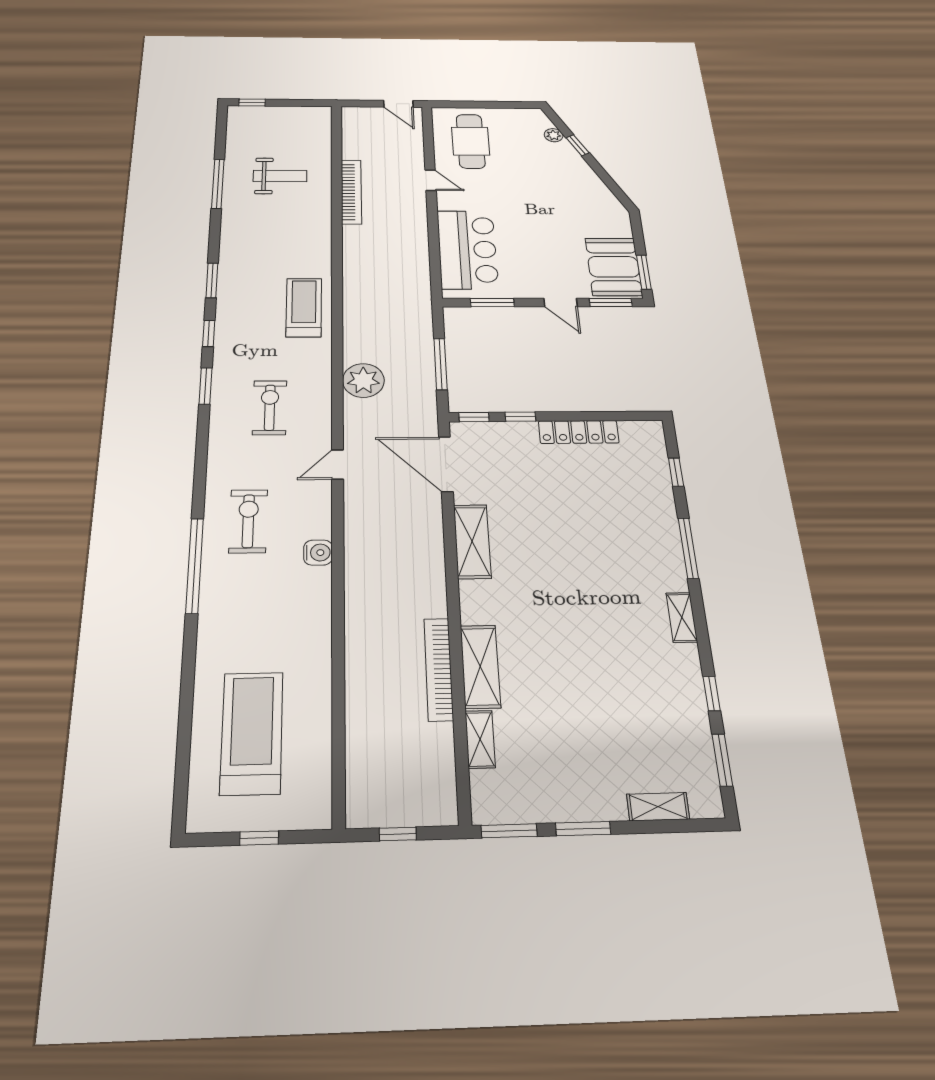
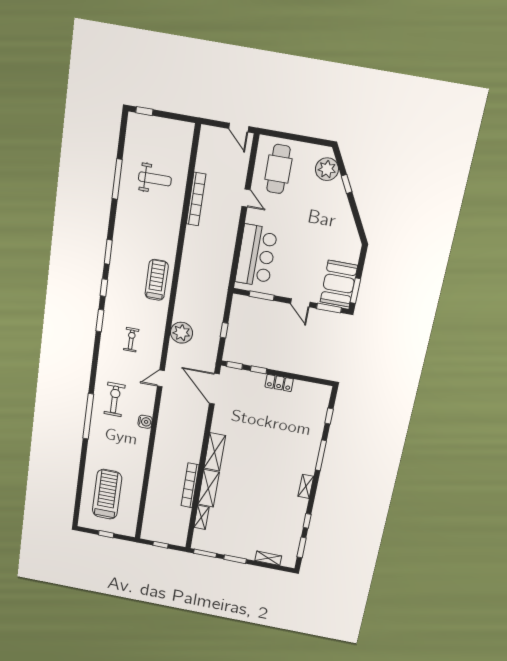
plant: (554, 135) -> (327, 169), width x1.88, depth x1.88
window: (440, 364) -> (224, 330), width x0.46
exercise bike: (270, 408) -> (131, 340), width x0.73, depth x0.72
locker: (579, 432) -> (279, 383), width x0.66
shelving: (472, 541) -> (215, 452), moved

